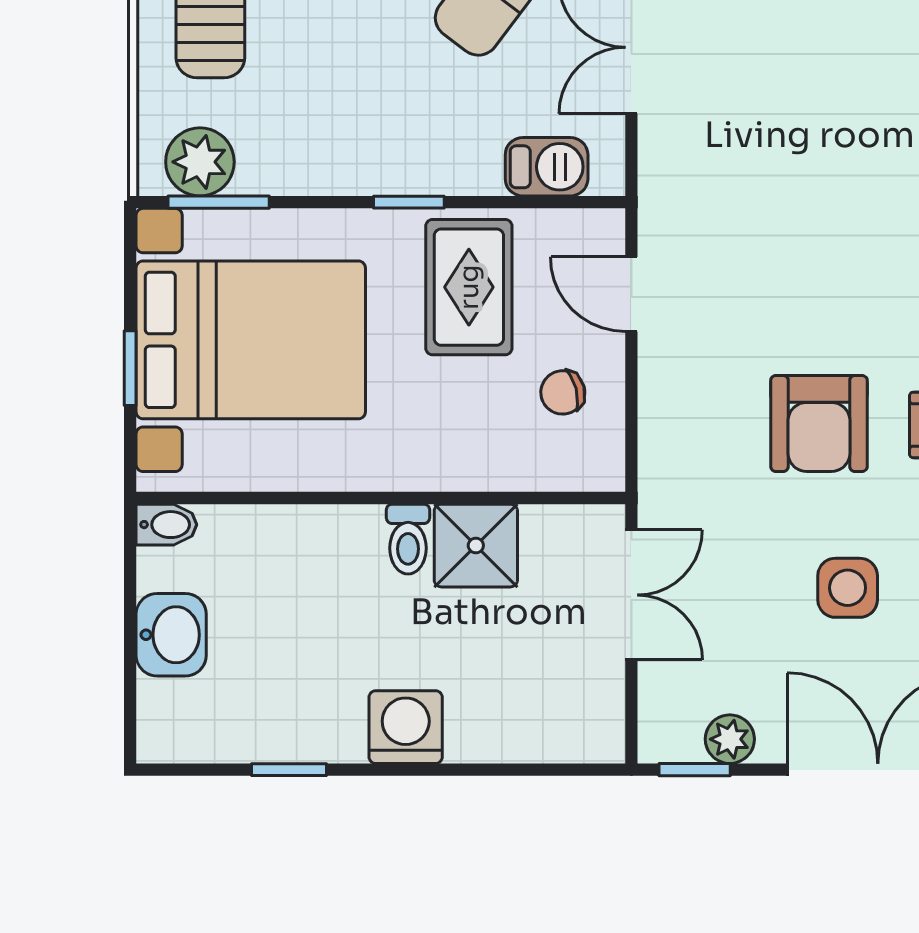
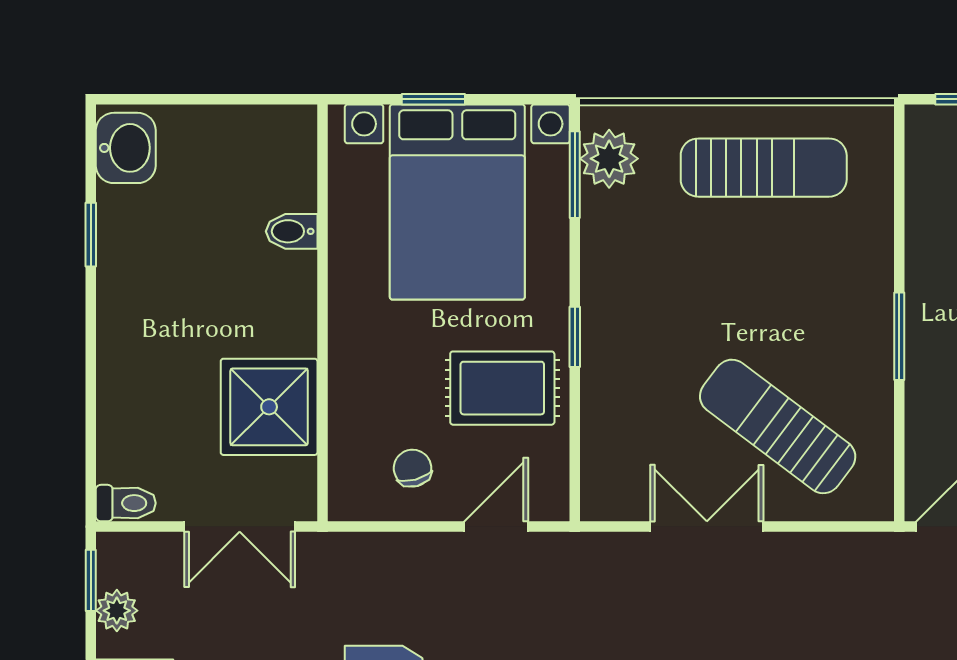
barbecue: (547, 167) -> (605, 454), removed
bidet: (166, 525) -> (292, 231), moved, turned 90
toilet: (408, 539) -> (126, 503), moved, turned 180
shower: (476, 546) -> (269, 407), width x1.36, depth x1.36
washbasin: (171, 635) -> (126, 148), moved, turned -90
washing machine: (406, 727) -> (127, 334), removed

